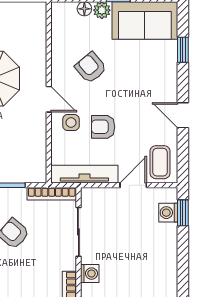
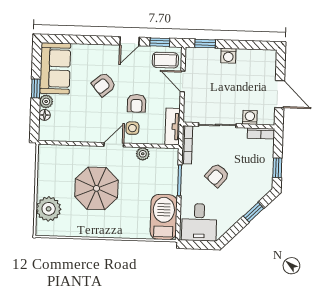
window: (183, 50) -> (160, 42), moved
armchair: (91, 68) -> (104, 84), moved
plant: (38, 137) -> (143, 154), added
tv unit: (84, 174) -> (172, 127), width x0.71
washing machine: (168, 213) -> (228, 56), moved

